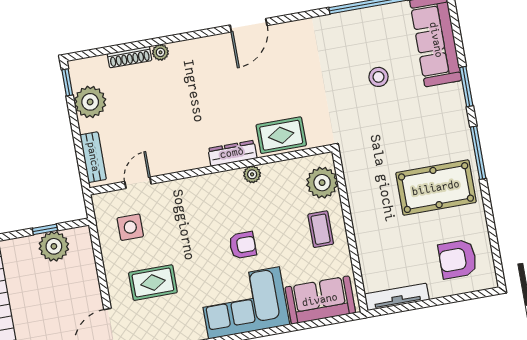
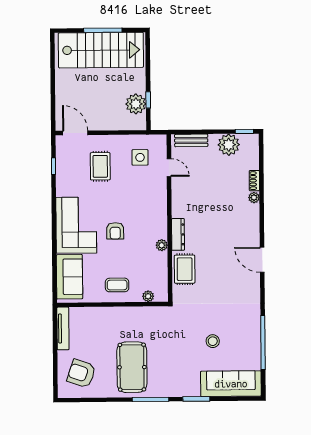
shoe rack: (130, 57) -> (254, 181), width x0.70
plant: (322, 183) -> (148, 296), width x0.53, depth x0.53
armchair: (458, 259) -> (81, 374), turned -71

